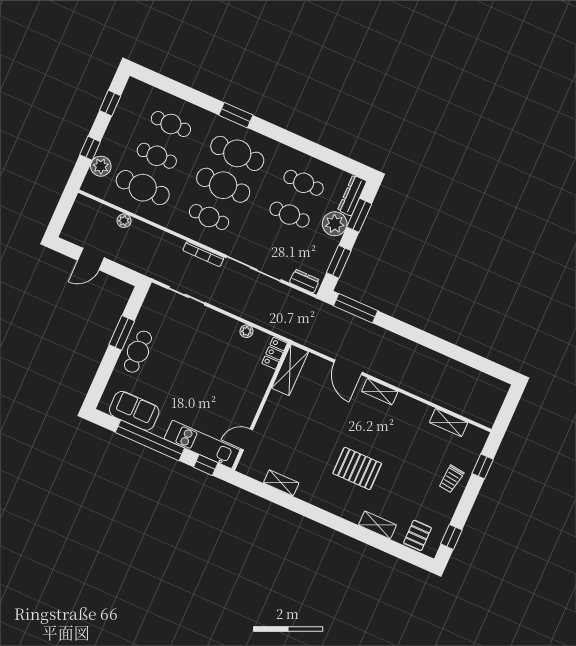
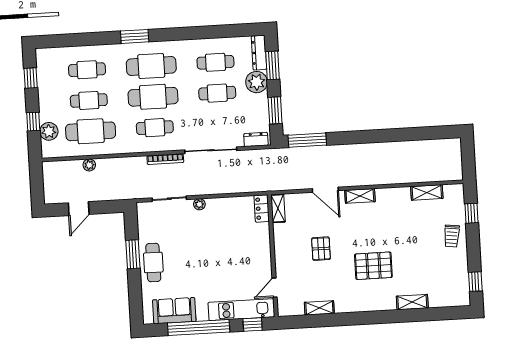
plant: (246, 331) -> (199, 204), moved
shelving: (290, 370) -> (278, 208), width x0.67, depth x0.75
pallet: (417, 535) -> (321, 249), moved

